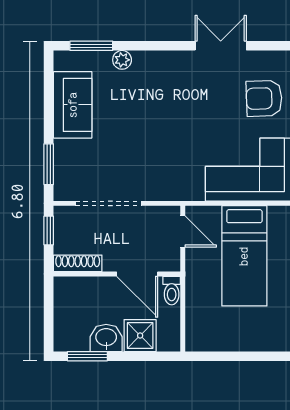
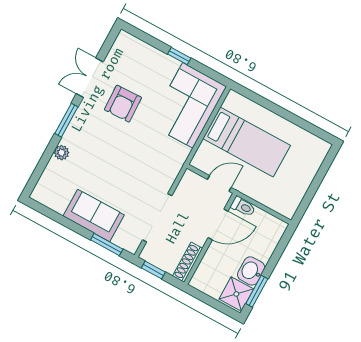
window: (91, 46) -> (66, 120), moved
armchair: (264, 98) -> (123, 104), moved
sofa: (73, 105) -> (94, 215), moved
door: (183, 231) -> (219, 183), moved
shower: (140, 336) -> (236, 294), moved

